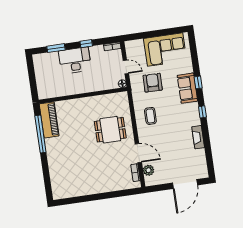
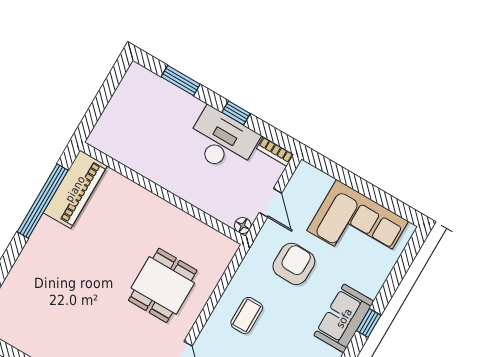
desk: (75, 60) -> (222, 141), moved
dining table: (110, 130) -> (163, 285), turned 90

